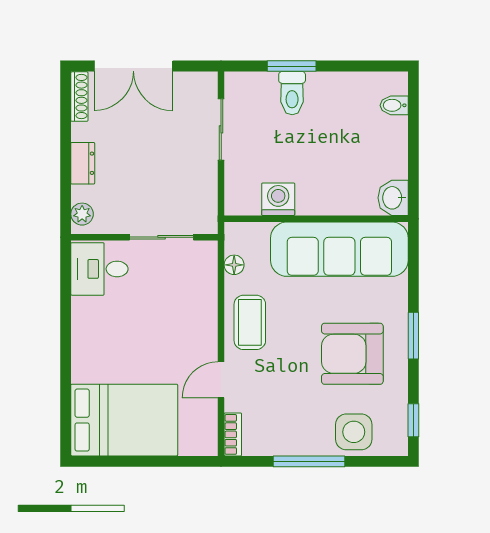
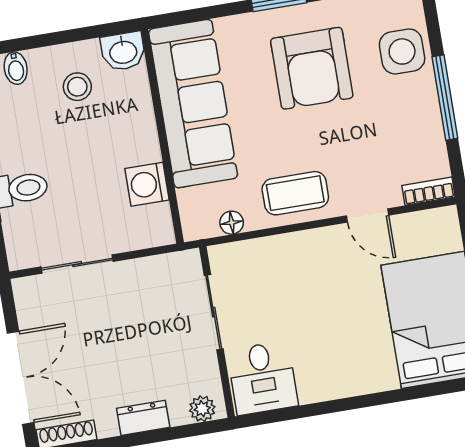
stool: (370, 154) -> (77, 87), added

